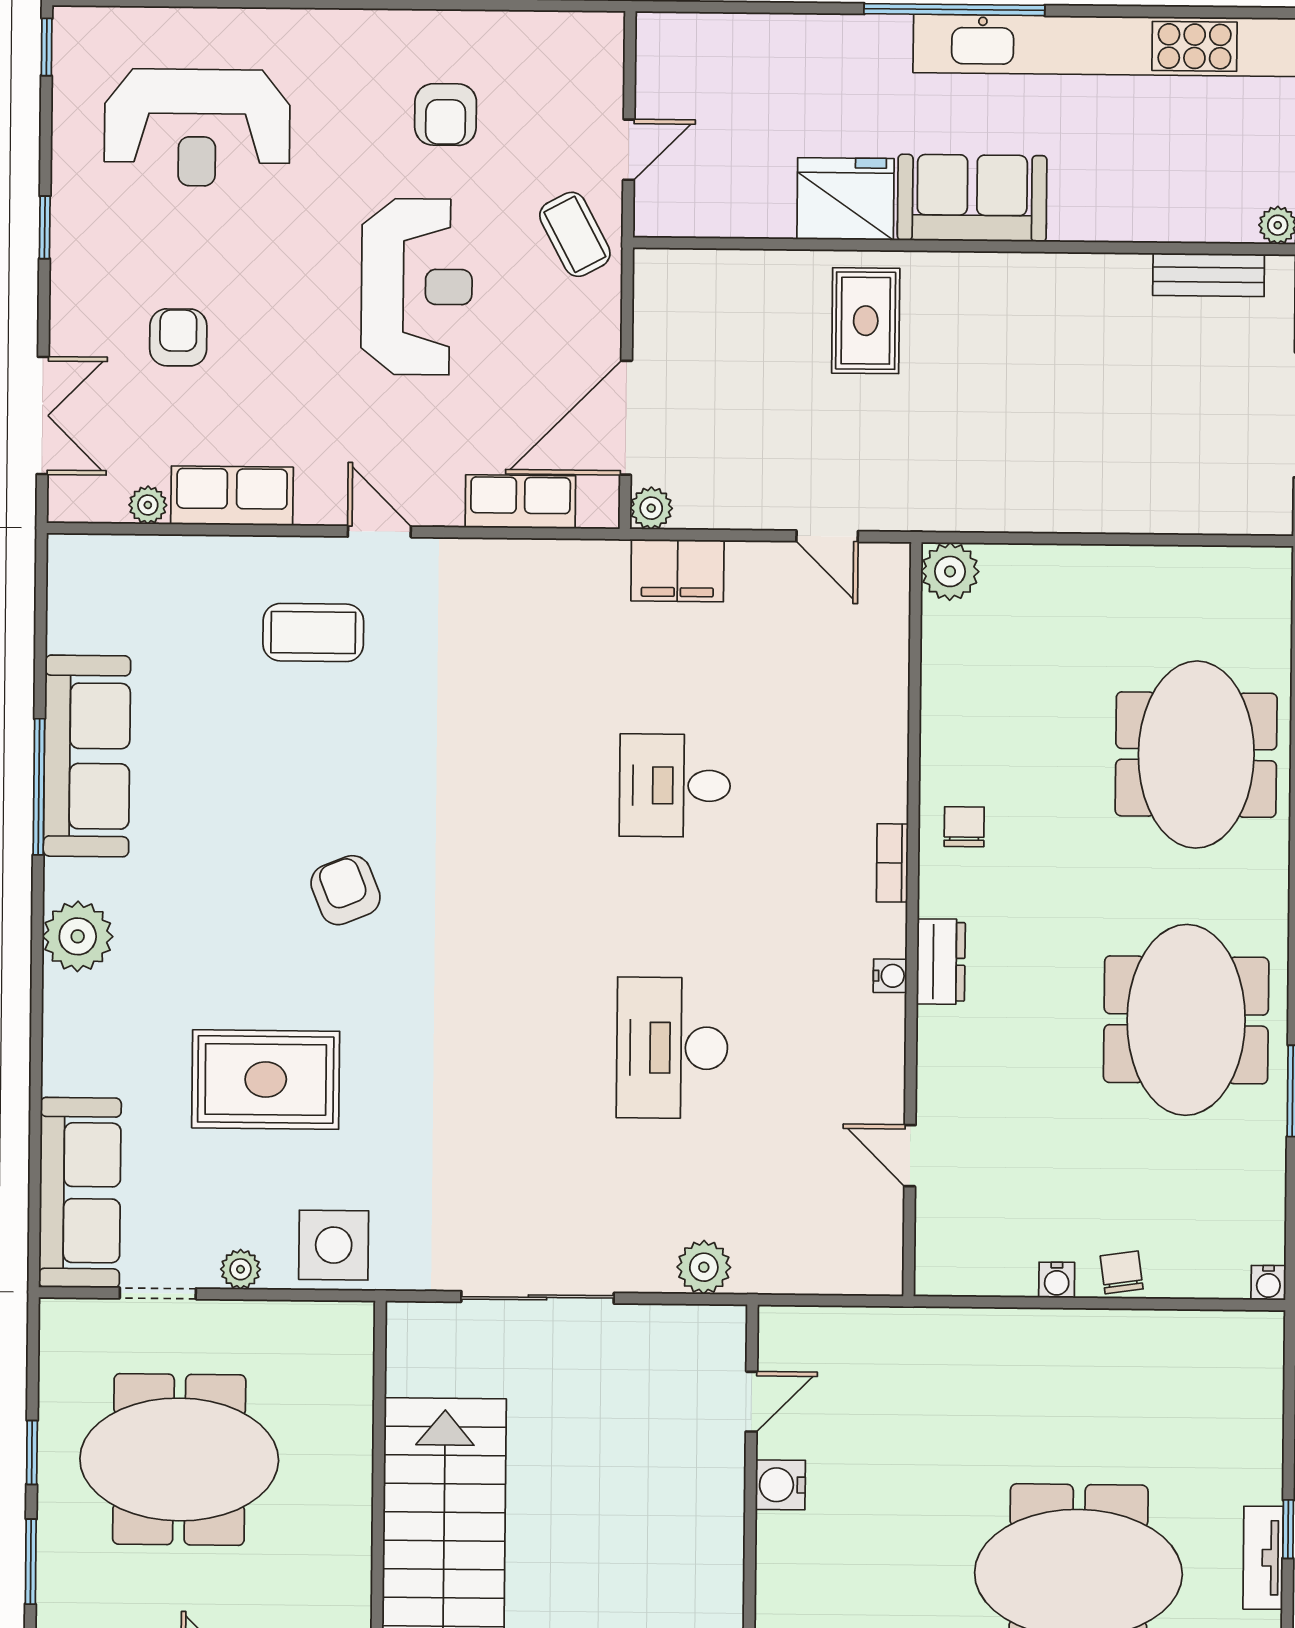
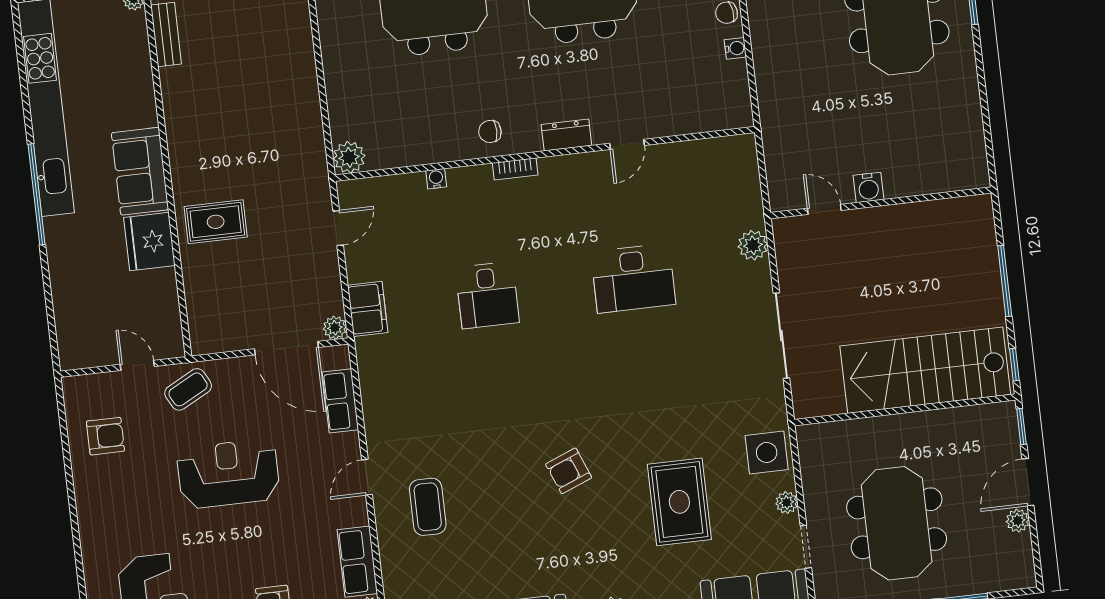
armchair: (446, 115) -> (105, 436), moved
water cooler: (890, 976) -> (436, 179), moved
door: (910, 1156) -> (627, 144), moved

